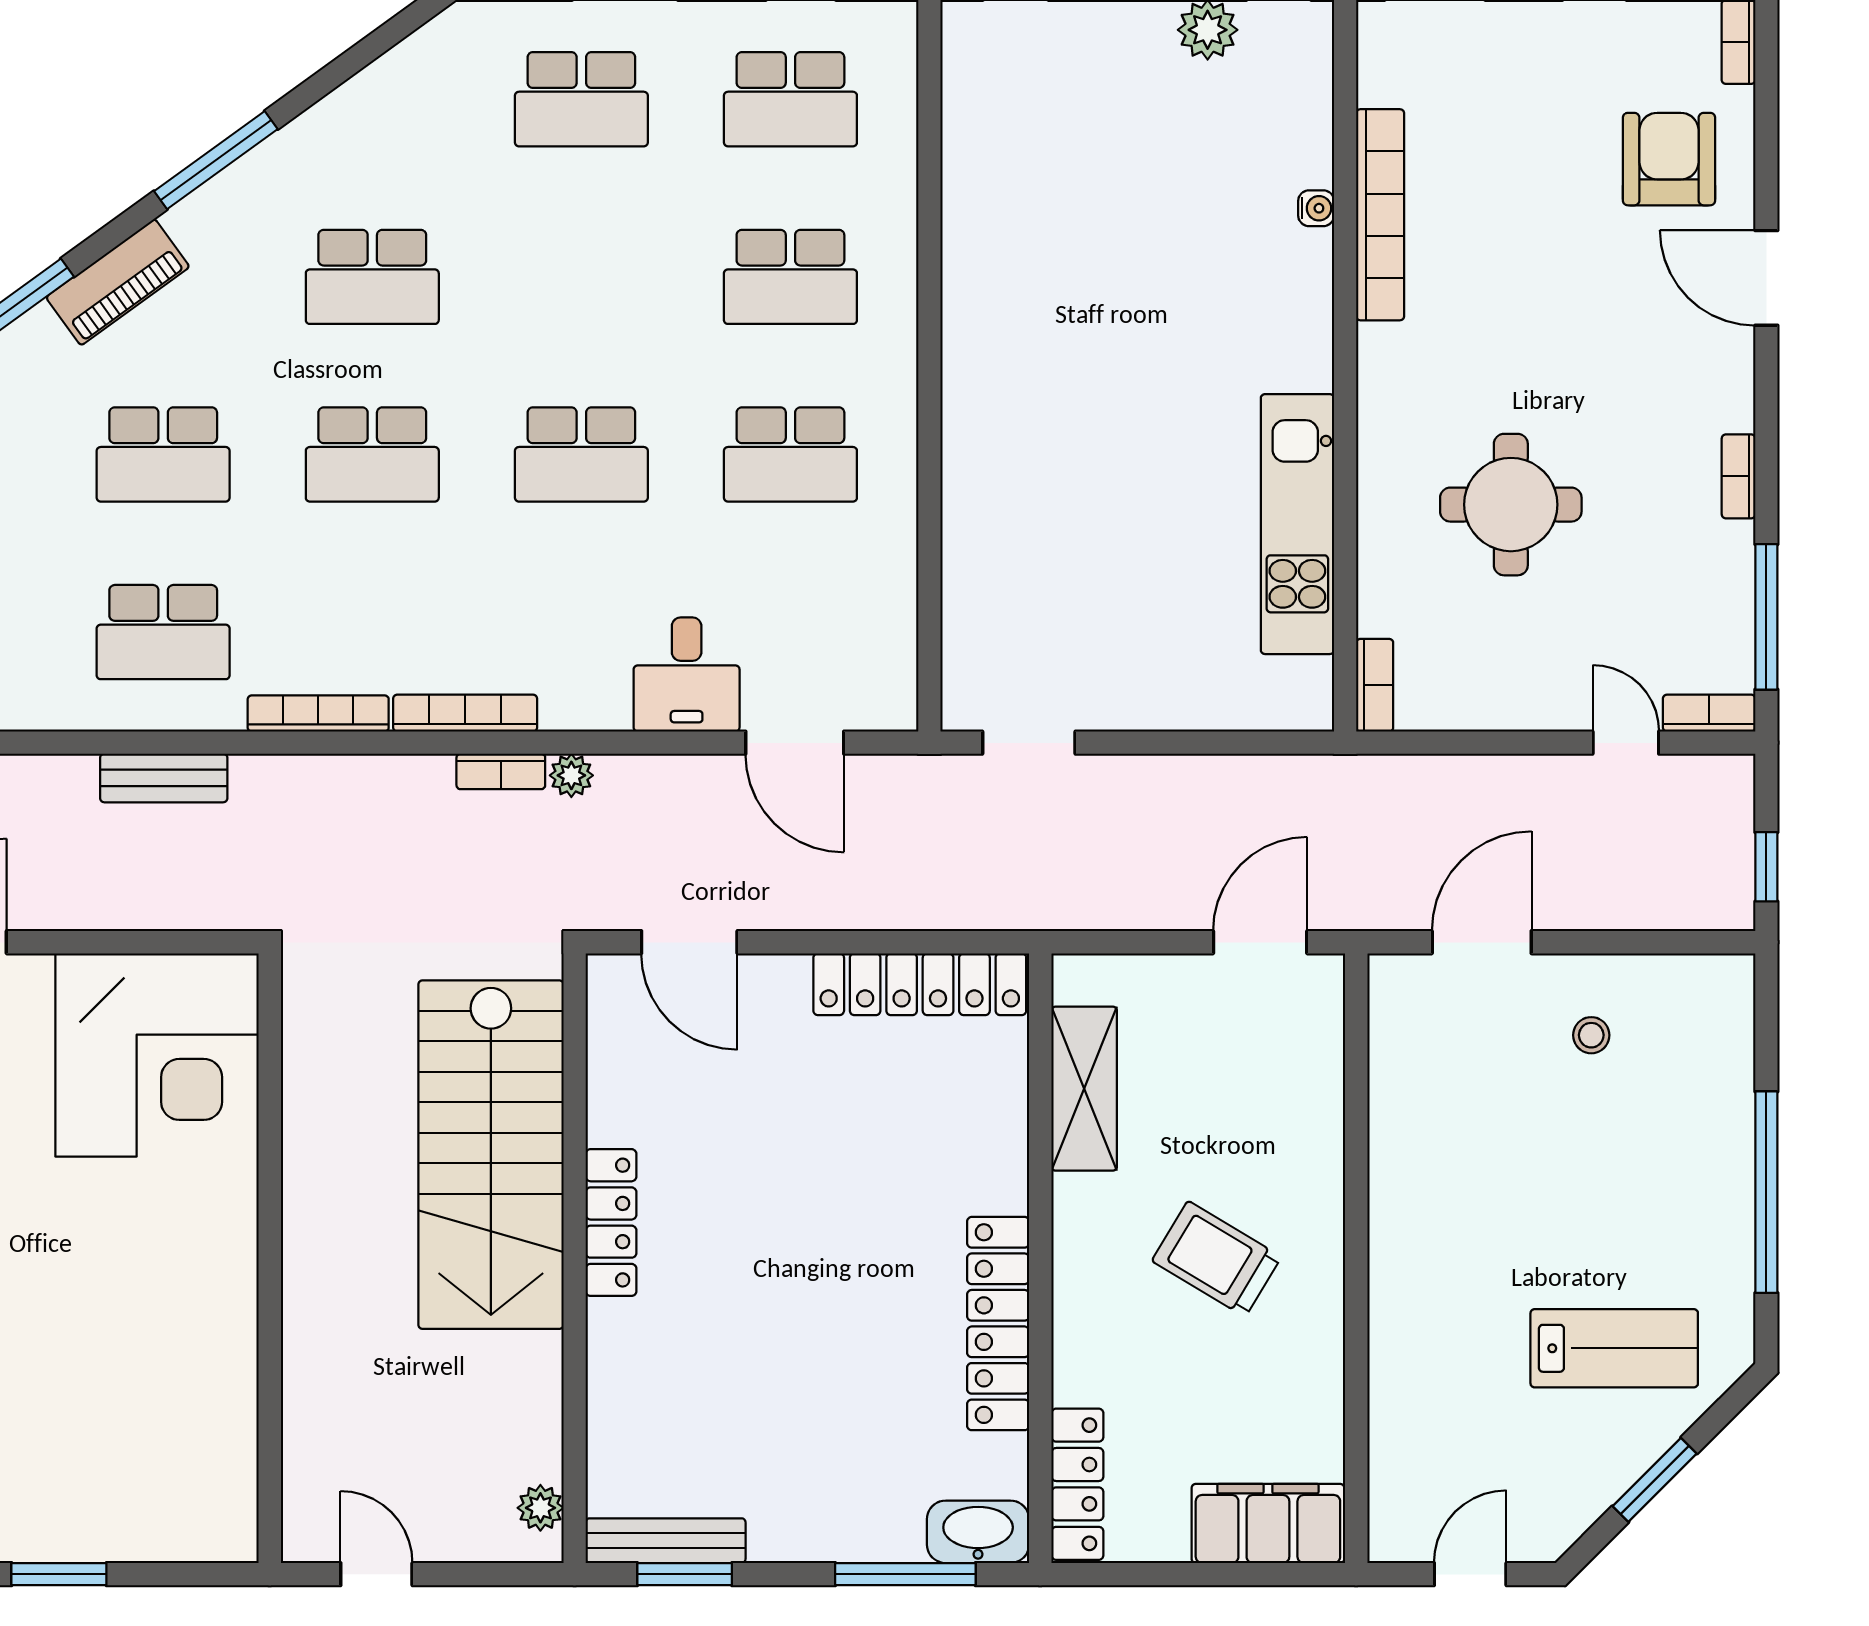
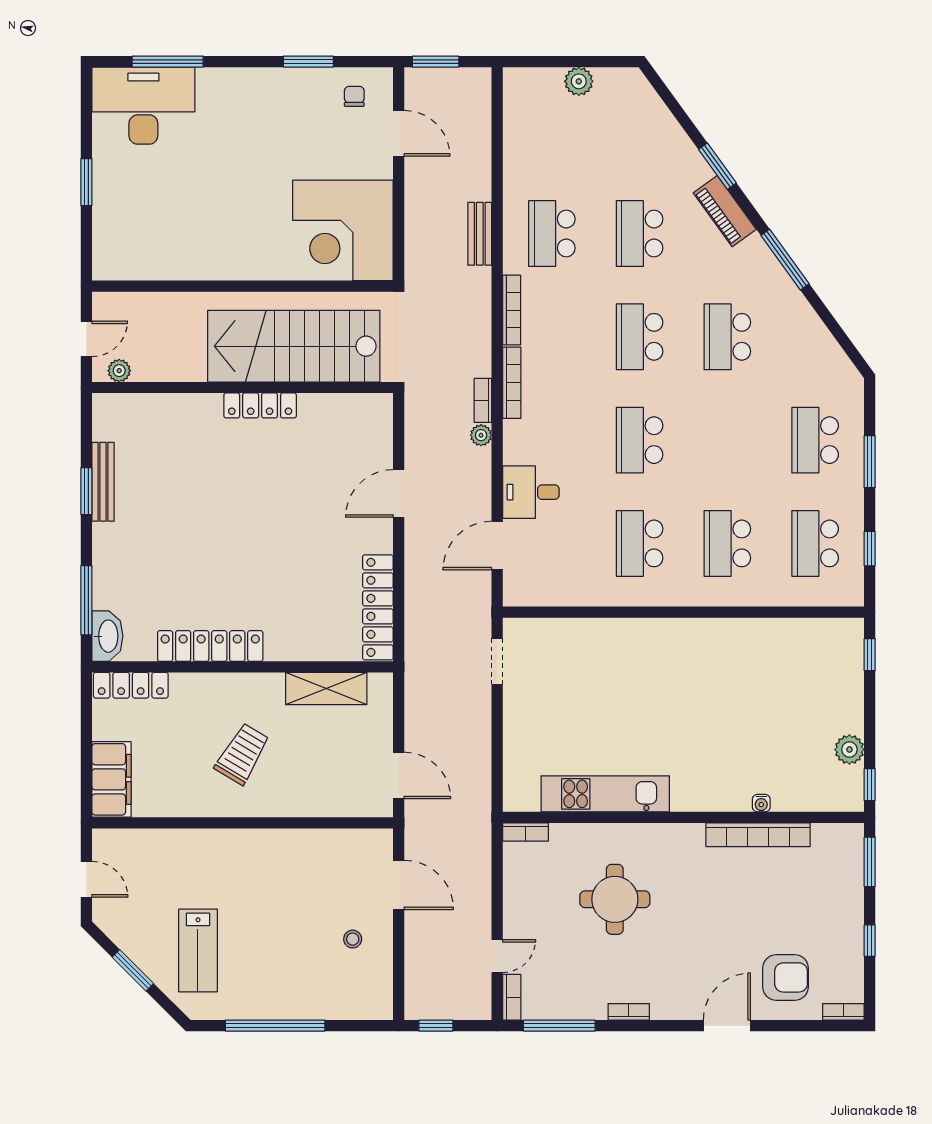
stairs: (491, 1155) -> (294, 346), moved
locker: (611, 1223) -> (260, 405), moved
wall: (575, 1258) -> (243, 387), moved
plant: (540, 1508) -> (119, 371), moved

